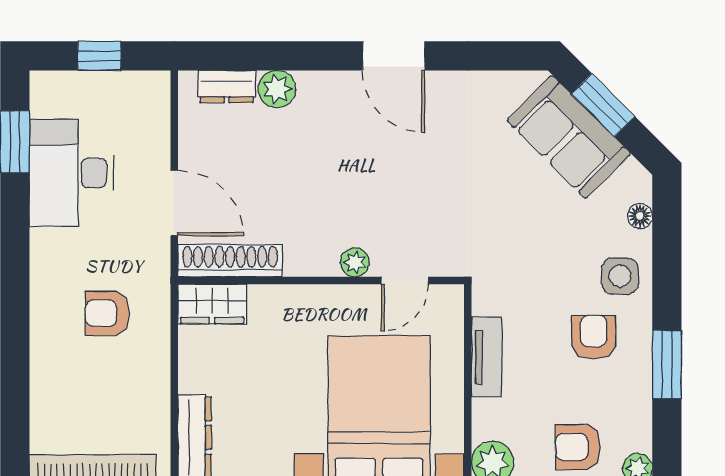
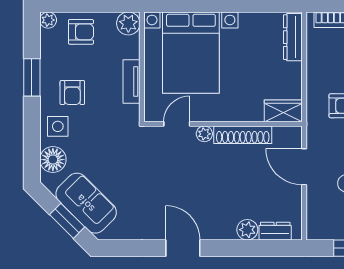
floor lamp: (640, 216) -> (53, 160), width x1.89, depth x1.89
shoe rack: (230, 261) -> (243, 135), moved

